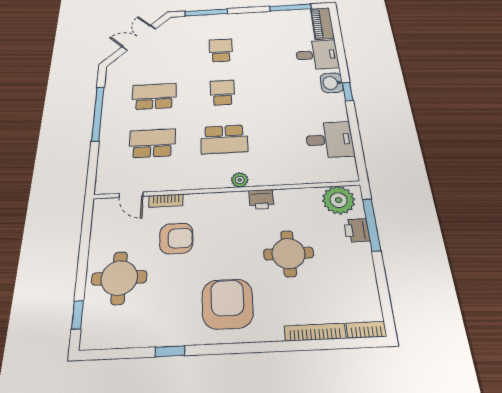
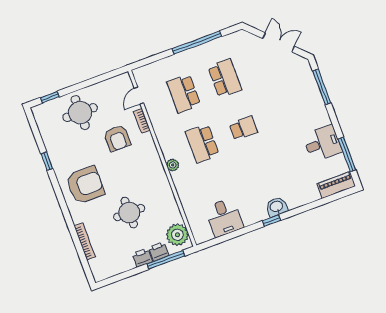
school desk: (221, 50) -> (284, 113), removed
desk: (317, 55) -> (322, 143), moved, turned -90
school desk: (152, 143) -> (184, 93), turned 180
printer: (261, 199) -> (142, 258), moved, turned 90
bookcase: (366, 330) -> (95, 270), removed

